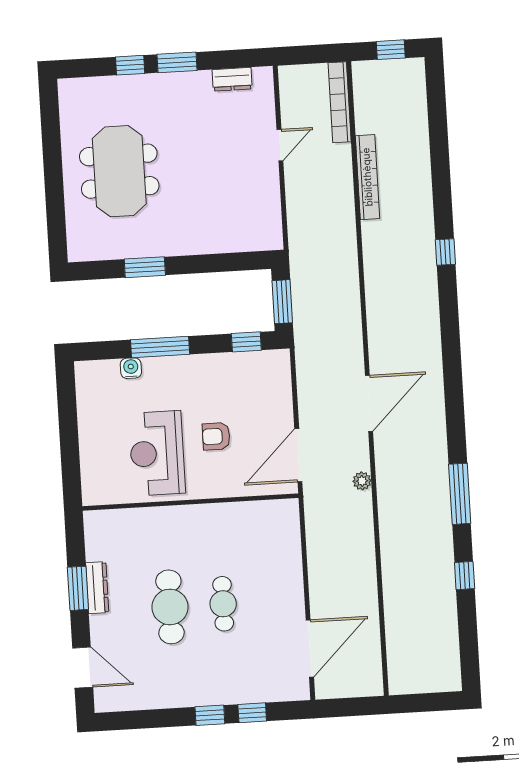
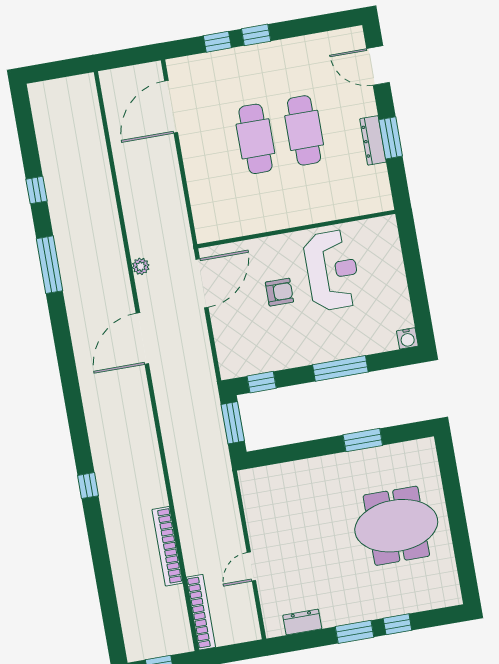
meeting table: (119, 171) -> (396, 526), turned 90
water cooler: (131, 368) -> (407, 338), moved
cafe table: (223, 604) -> (255, 139), width x1.37, depth x1.35

